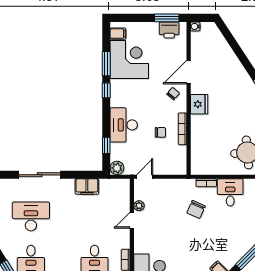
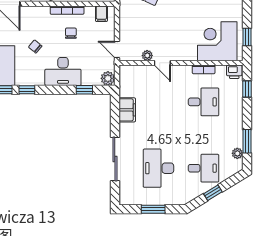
chair: (173, 94) -> (35, 46), moved
filing cabinet: (179, 162) -> (101, 14), added

